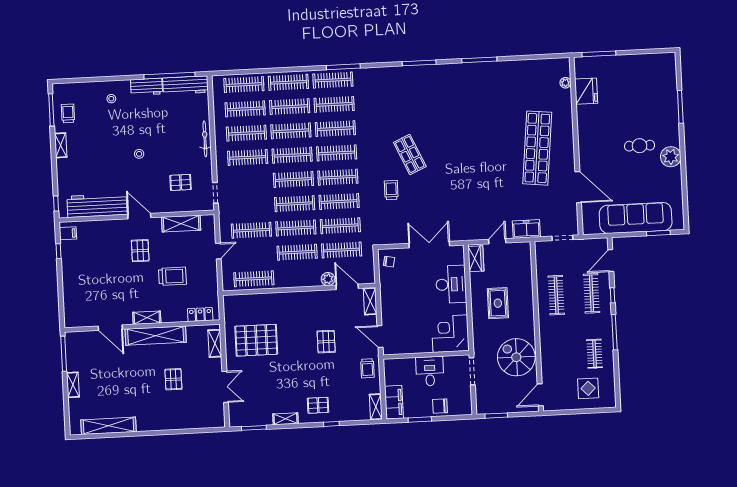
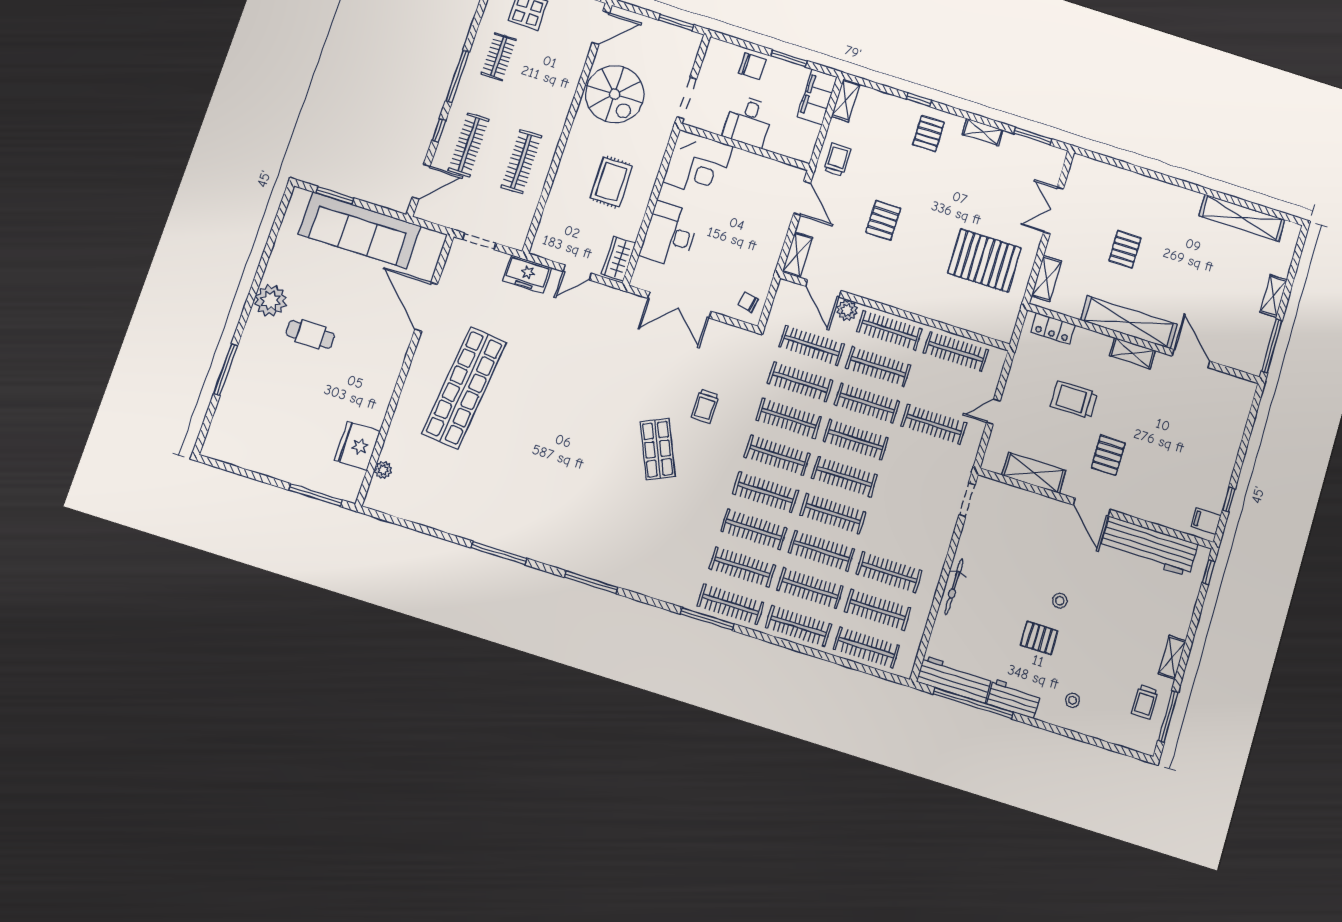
clothes rail: (248, 157) -> (889, 330), moved
pallet: (181, 182) -> (1039, 638), moved
pallet: (318, 405) -> (929, 134), turned 90

